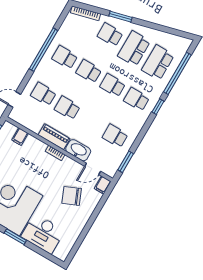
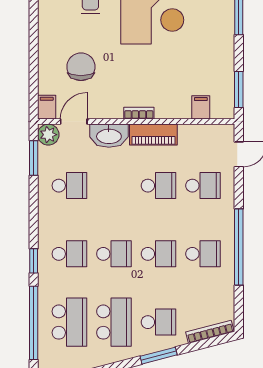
plant: (110, 170) -> (48, 135), added
chair: (72, 196) -> (81, 67), turned -67

